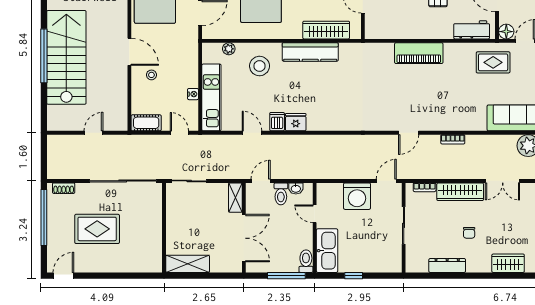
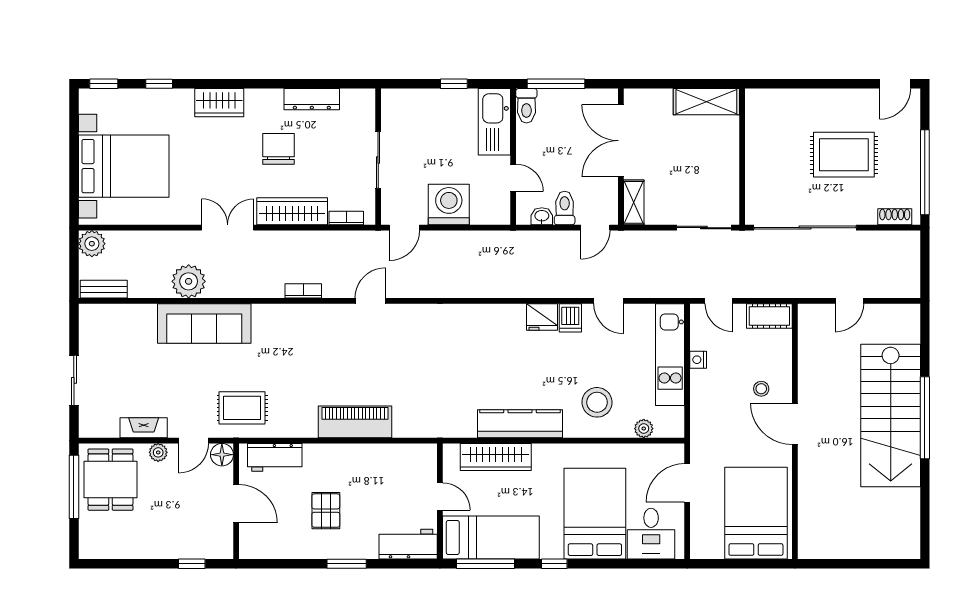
chair: (469, 233) -> (278, 149), width x1.87, depth x1.87

